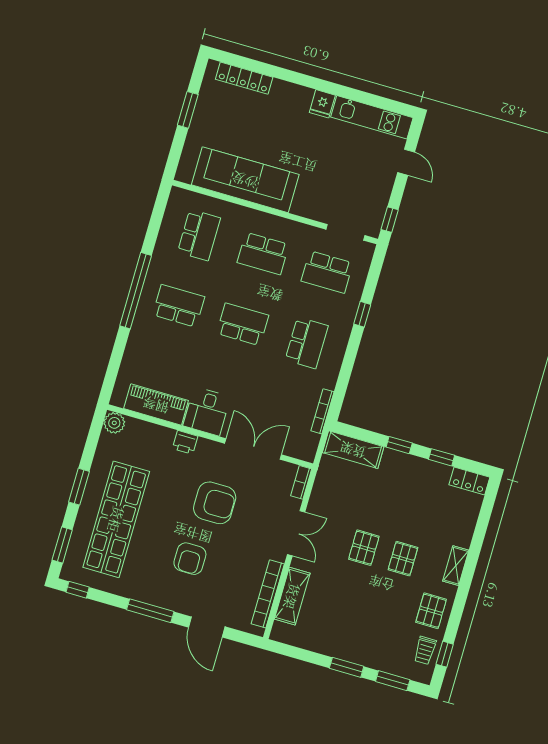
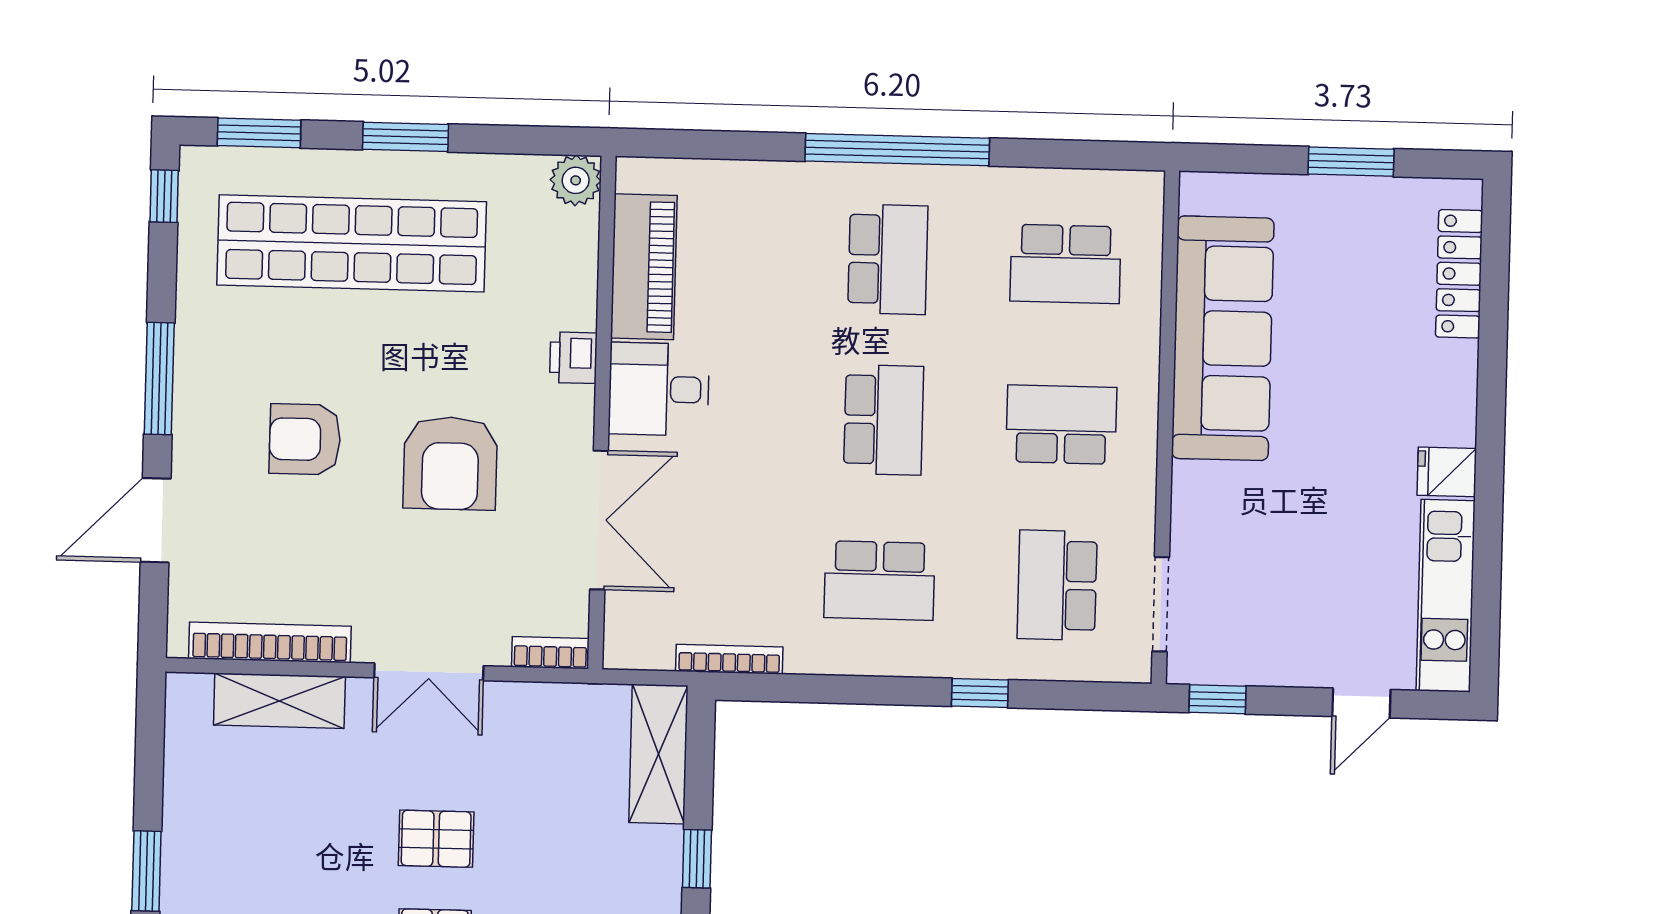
school desk: (263, 254) -> (1061, 425), turned 90

